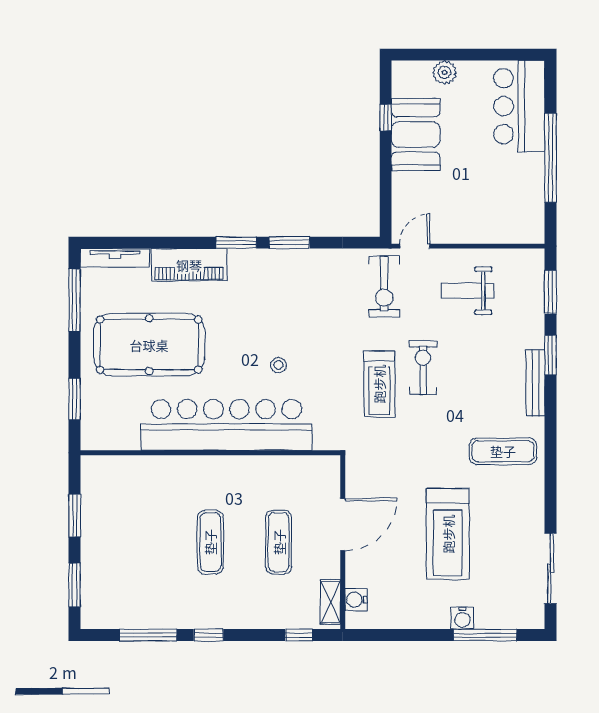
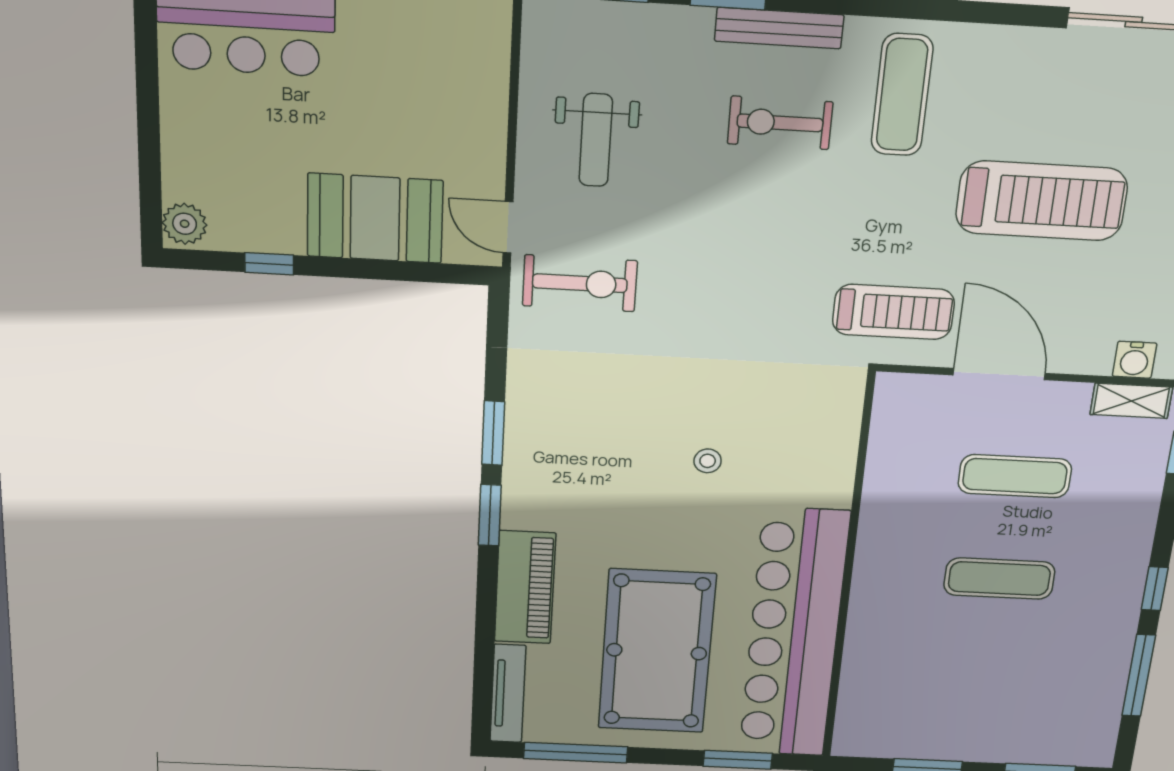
plant: (444, 72) -> (185, 224), moved
booth: (416, 134) -> (375, 218), moved
exercise bike: (423, 368) -> (780, 123), moved
treadmill: (379, 384) -> (893, 312), moved
bar counter: (226, 425) -> (794, 634), moved

